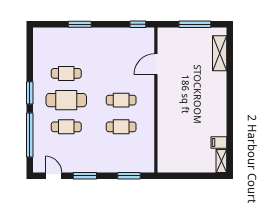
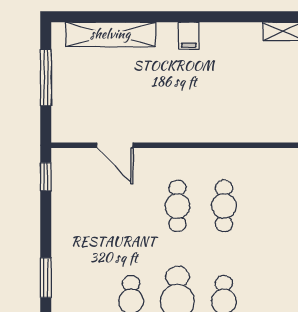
shelving: (220, 53) -> (110, 34), width x1.47
filing cabinet: (219, 143) -> (189, 36), moved

